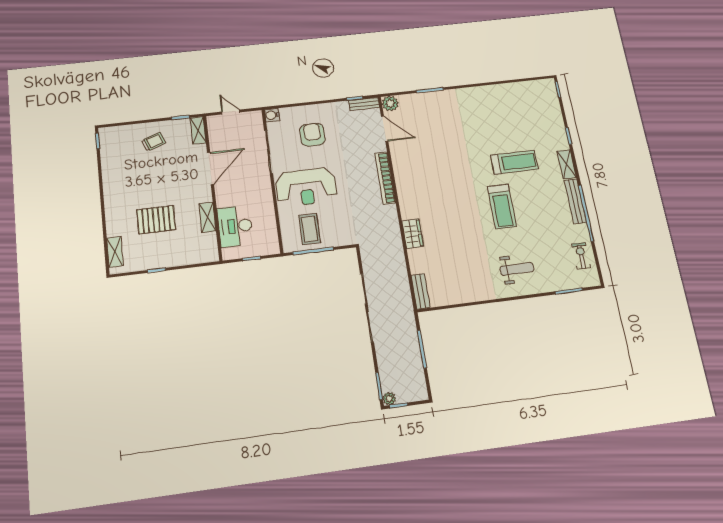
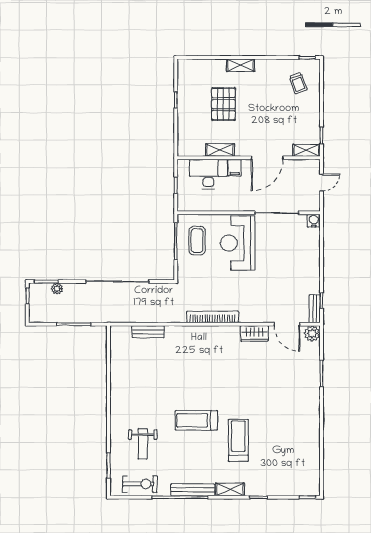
door: (385, 129) -> (287, 324), hinge flipped
armchair: (312, 135) -> (289, 256), removed
trolley: (154, 142) -> (298, 83), moved
treadmill: (514, 162) -> (238, 440), turned 180
door: (210, 168) -> (267, 158), hinge flipped
bookcase: (385, 178) -> (213, 317), moved
filing cabinet: (225, 200) -> (235, 168), added
coffee table: (310, 229) -> (197, 241), turned 90
wardrobe: (413, 234) -> (254, 333), moved
shelving: (115, 252) -> (241, 65), moved
exercise bike: (581, 256) -> (140, 484), width x1.38, depth x1.39
weight bench: (517, 269) -> (143, 444), moved
bench: (421, 291) -> (148, 332), moved
plant: (389, 399) -> (57, 289), moved

